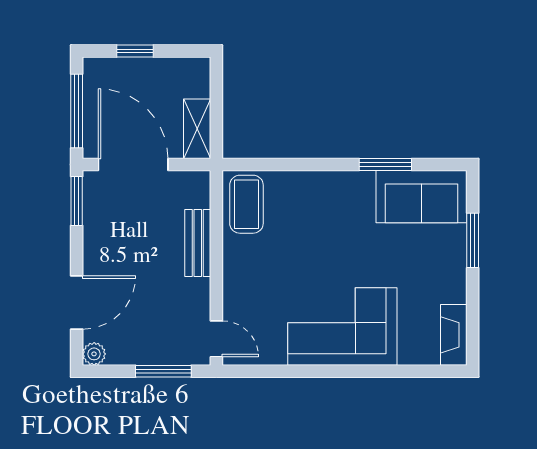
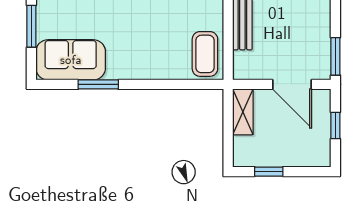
window: (135, 51) -> (269, 172), moved
window: (77, 111) -> (335, 125), width x0.46
door: (133, 165) -> (292, 84), width x0.73

